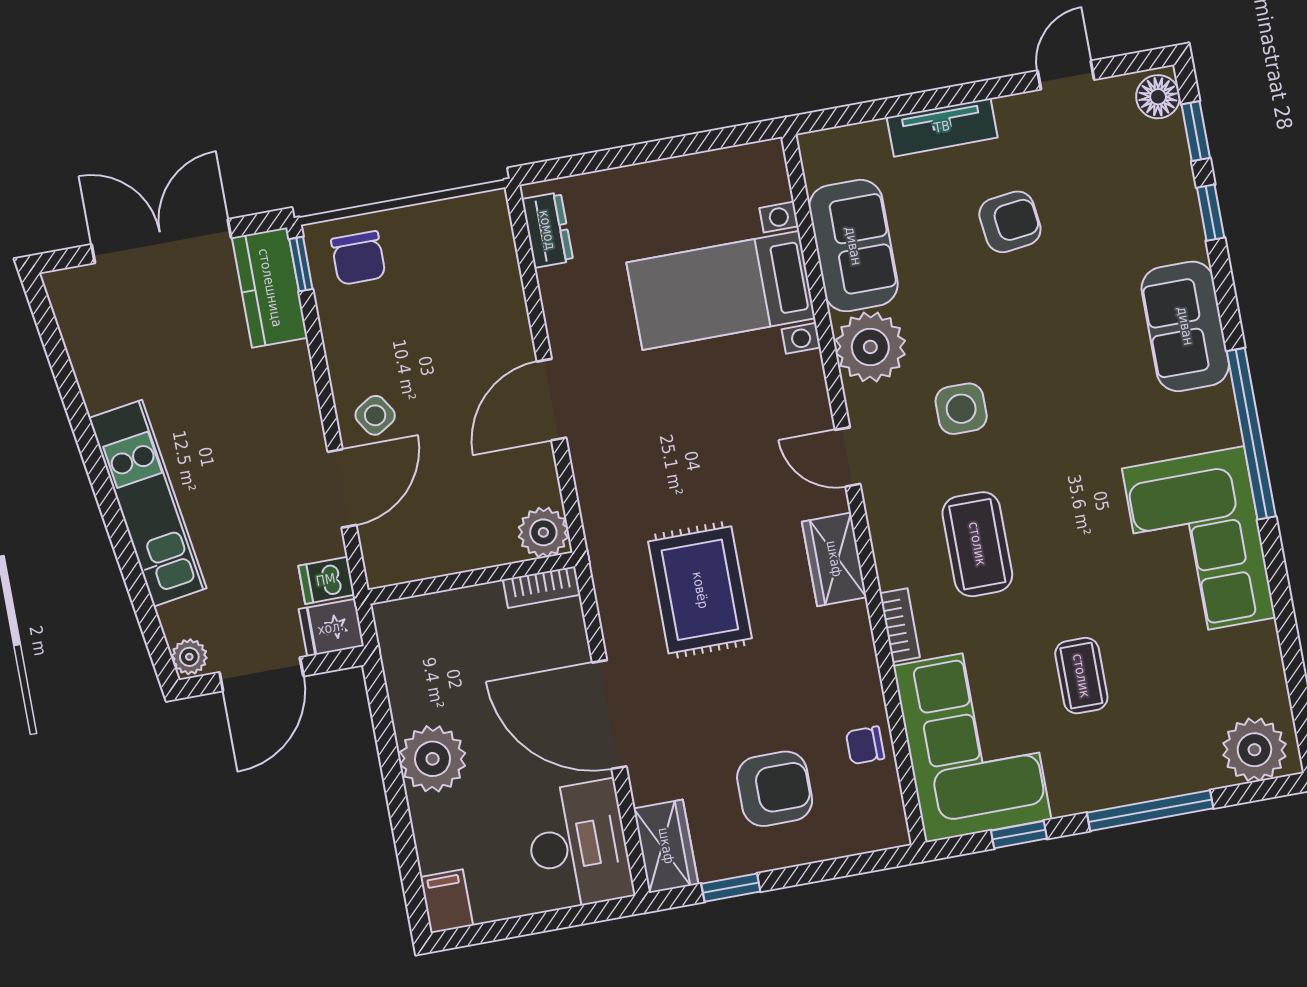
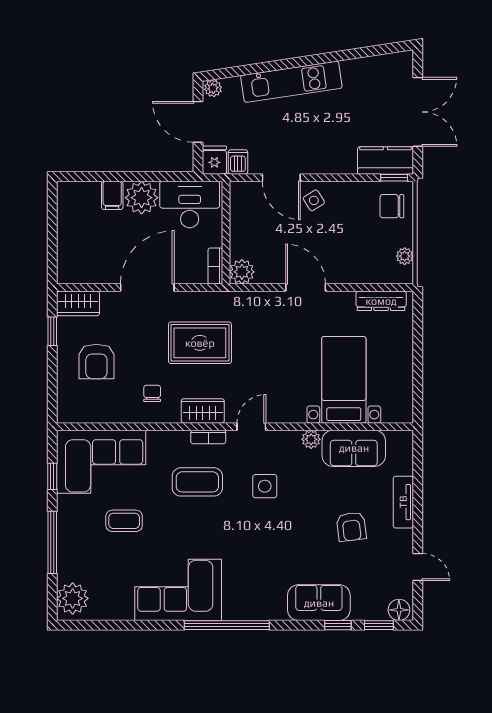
plant: (453, 214) -> (405, 256), added
dresser: (547, 230) -> (381, 301), width x1.44
sofa: (1185, 326) -> (319, 603), moved
plant: (870, 347) -> (311, 439), width x0.53, depth x0.53
bookcase: (900, 625) -> (208, 437), moved
chair: (865, 745) -> (152, 393), moved
desk: (578, 845) -> (190, 205), moved, turned 180
filing cabinet: (447, 901) -> (112, 195), moved, turned 90

